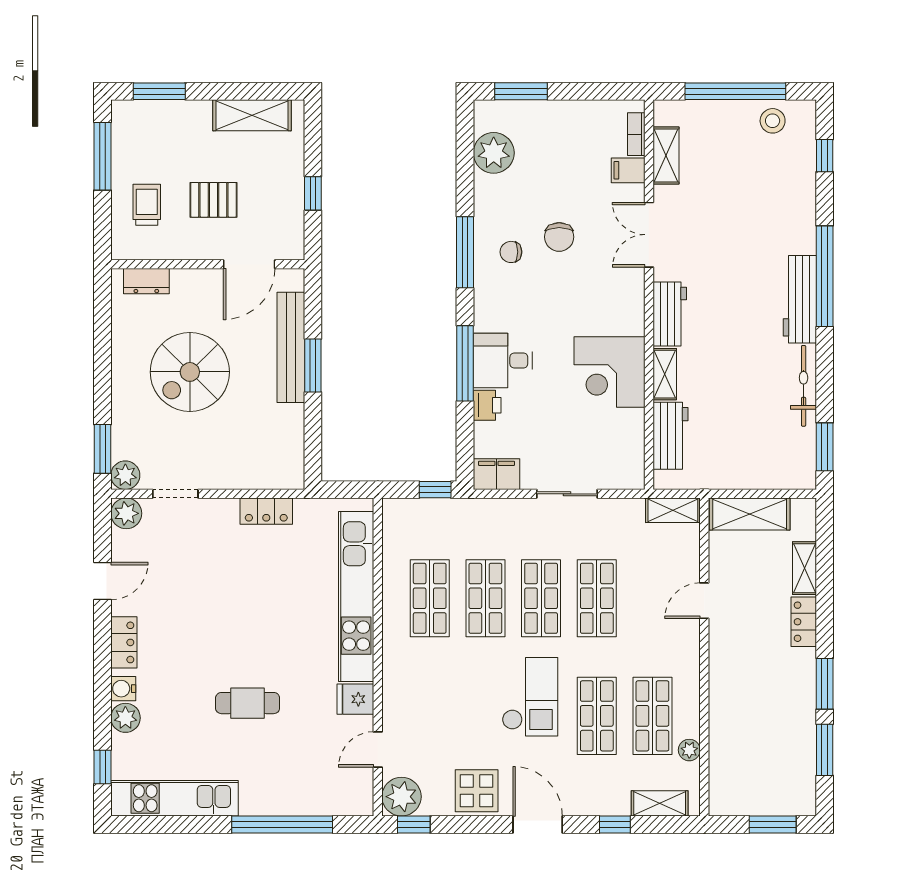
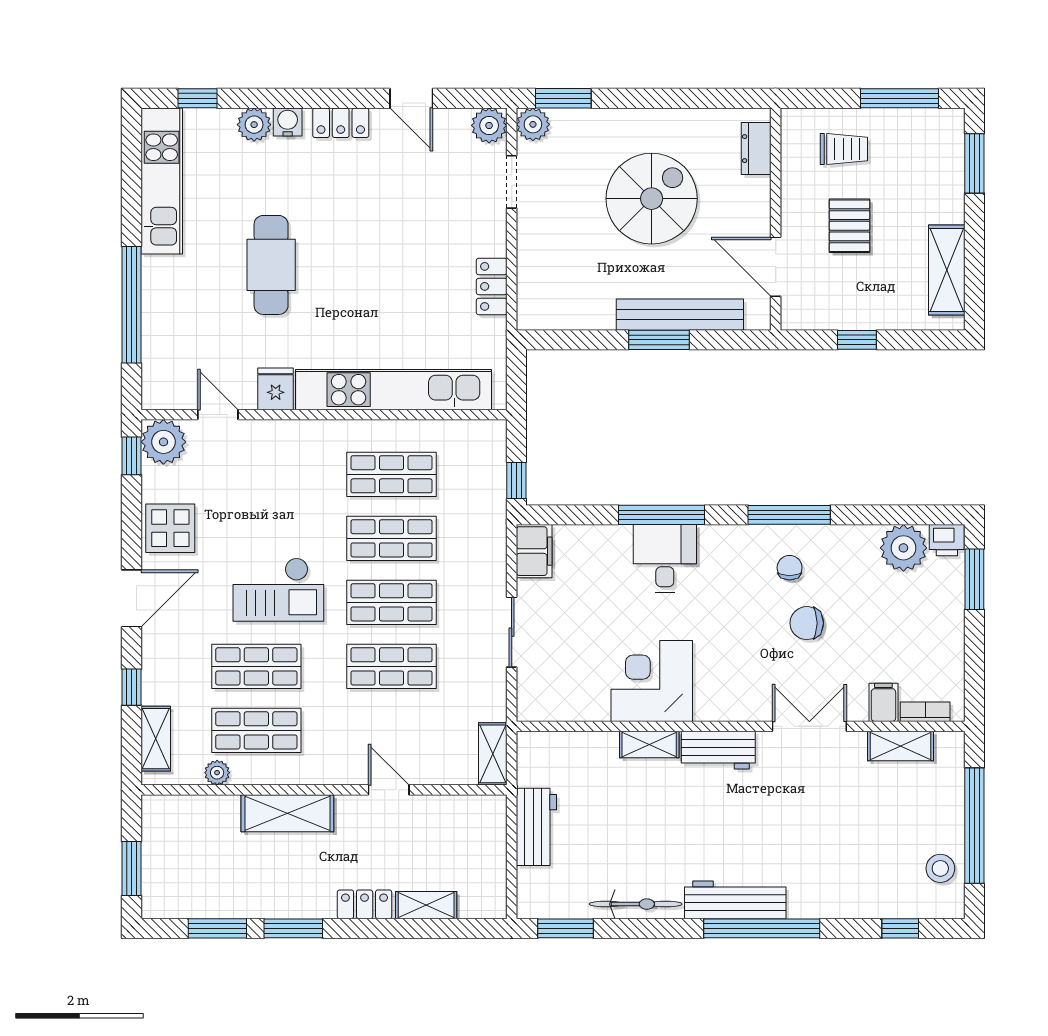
spiral stairs: (190, 372) -> (652, 199), turned 90
printer: (487, 405) -> (947, 540), moved
workbench: (671, 436) -> (536, 827), moved, turned -90
shelving: (750, 514) -> (287, 813), moved, turned 90
cafe table: (248, 703) -> (271, 265), width x1.37, depth x1.35

